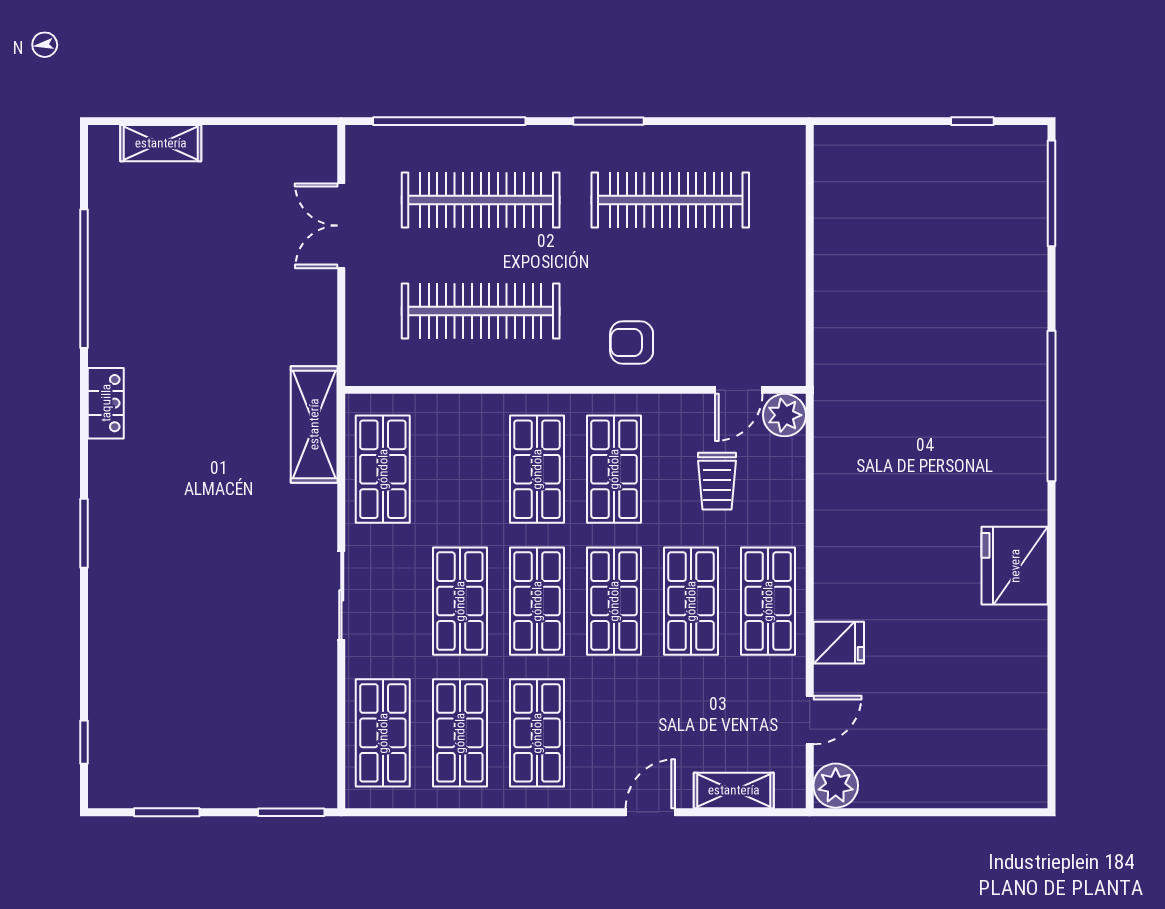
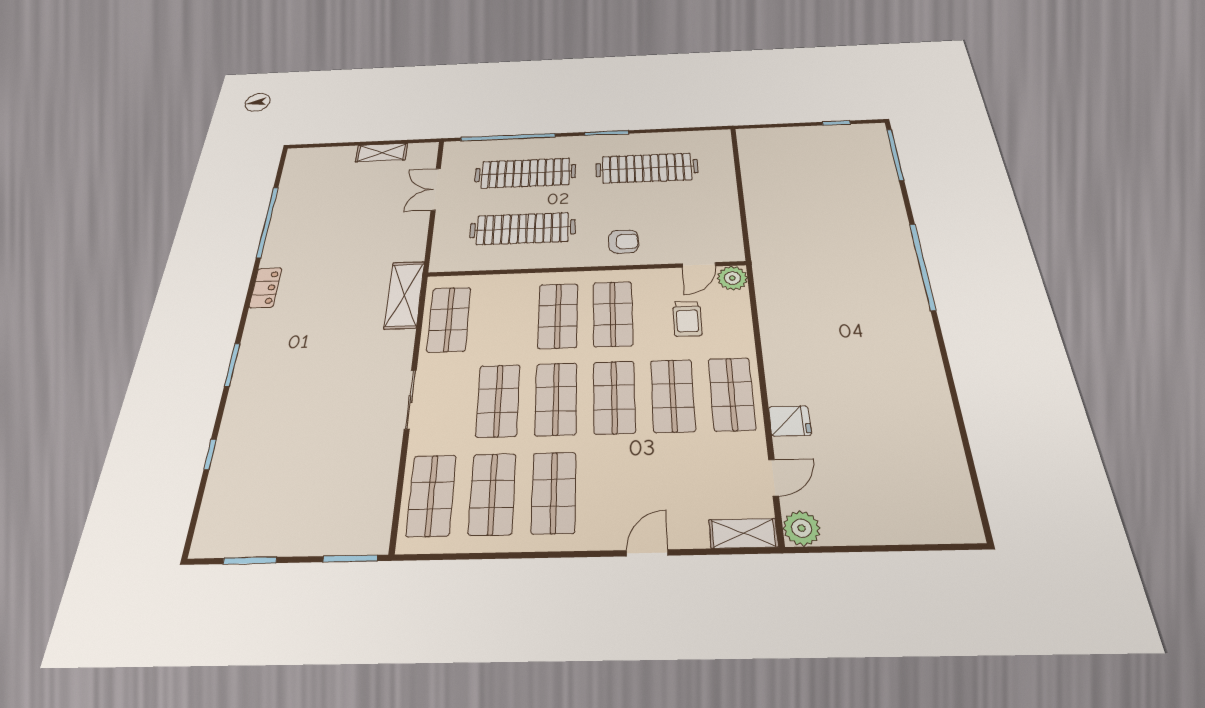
shelving: (161, 143) -> (382, 153), moved
armchair: (632, 343) -> (624, 242), turned 180
fridge: (1015, 566) -> (918, 365), removed
window: (84, 742) -> (210, 454), moved
shelving: (734, 790) -> (743, 533), moved

